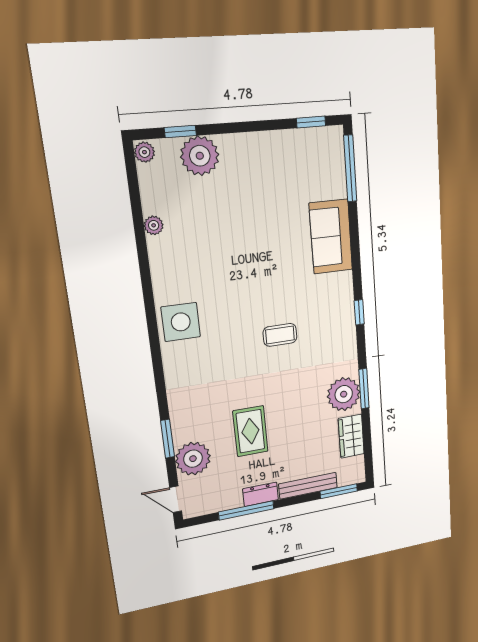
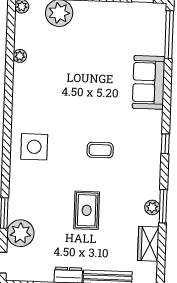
side table: (181, 322) -> (34, 147), moved
plant: (344, 394) -> (152, 207), width x0.53, depth x0.53
rug: (250, 431) -> (87, 210), moved

